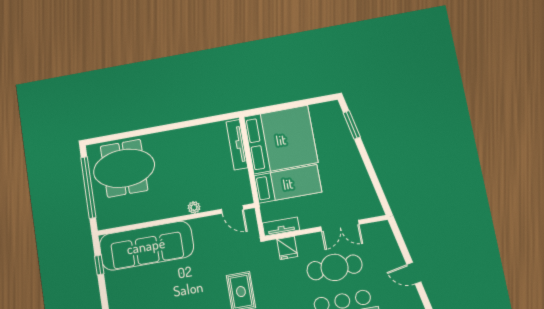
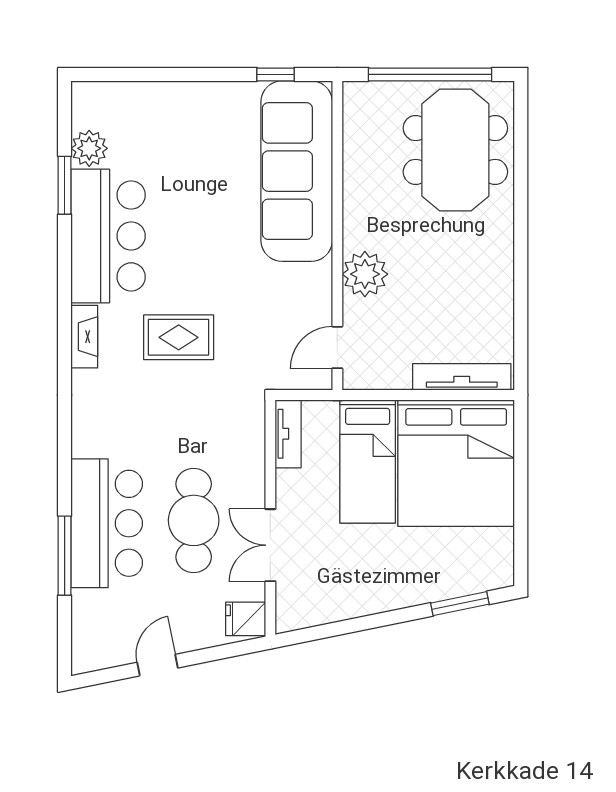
plant: (194, 207) -> (365, 274), width x1.87, depth x1.87
fridge: (287, 248) -> (246, 619), moved

